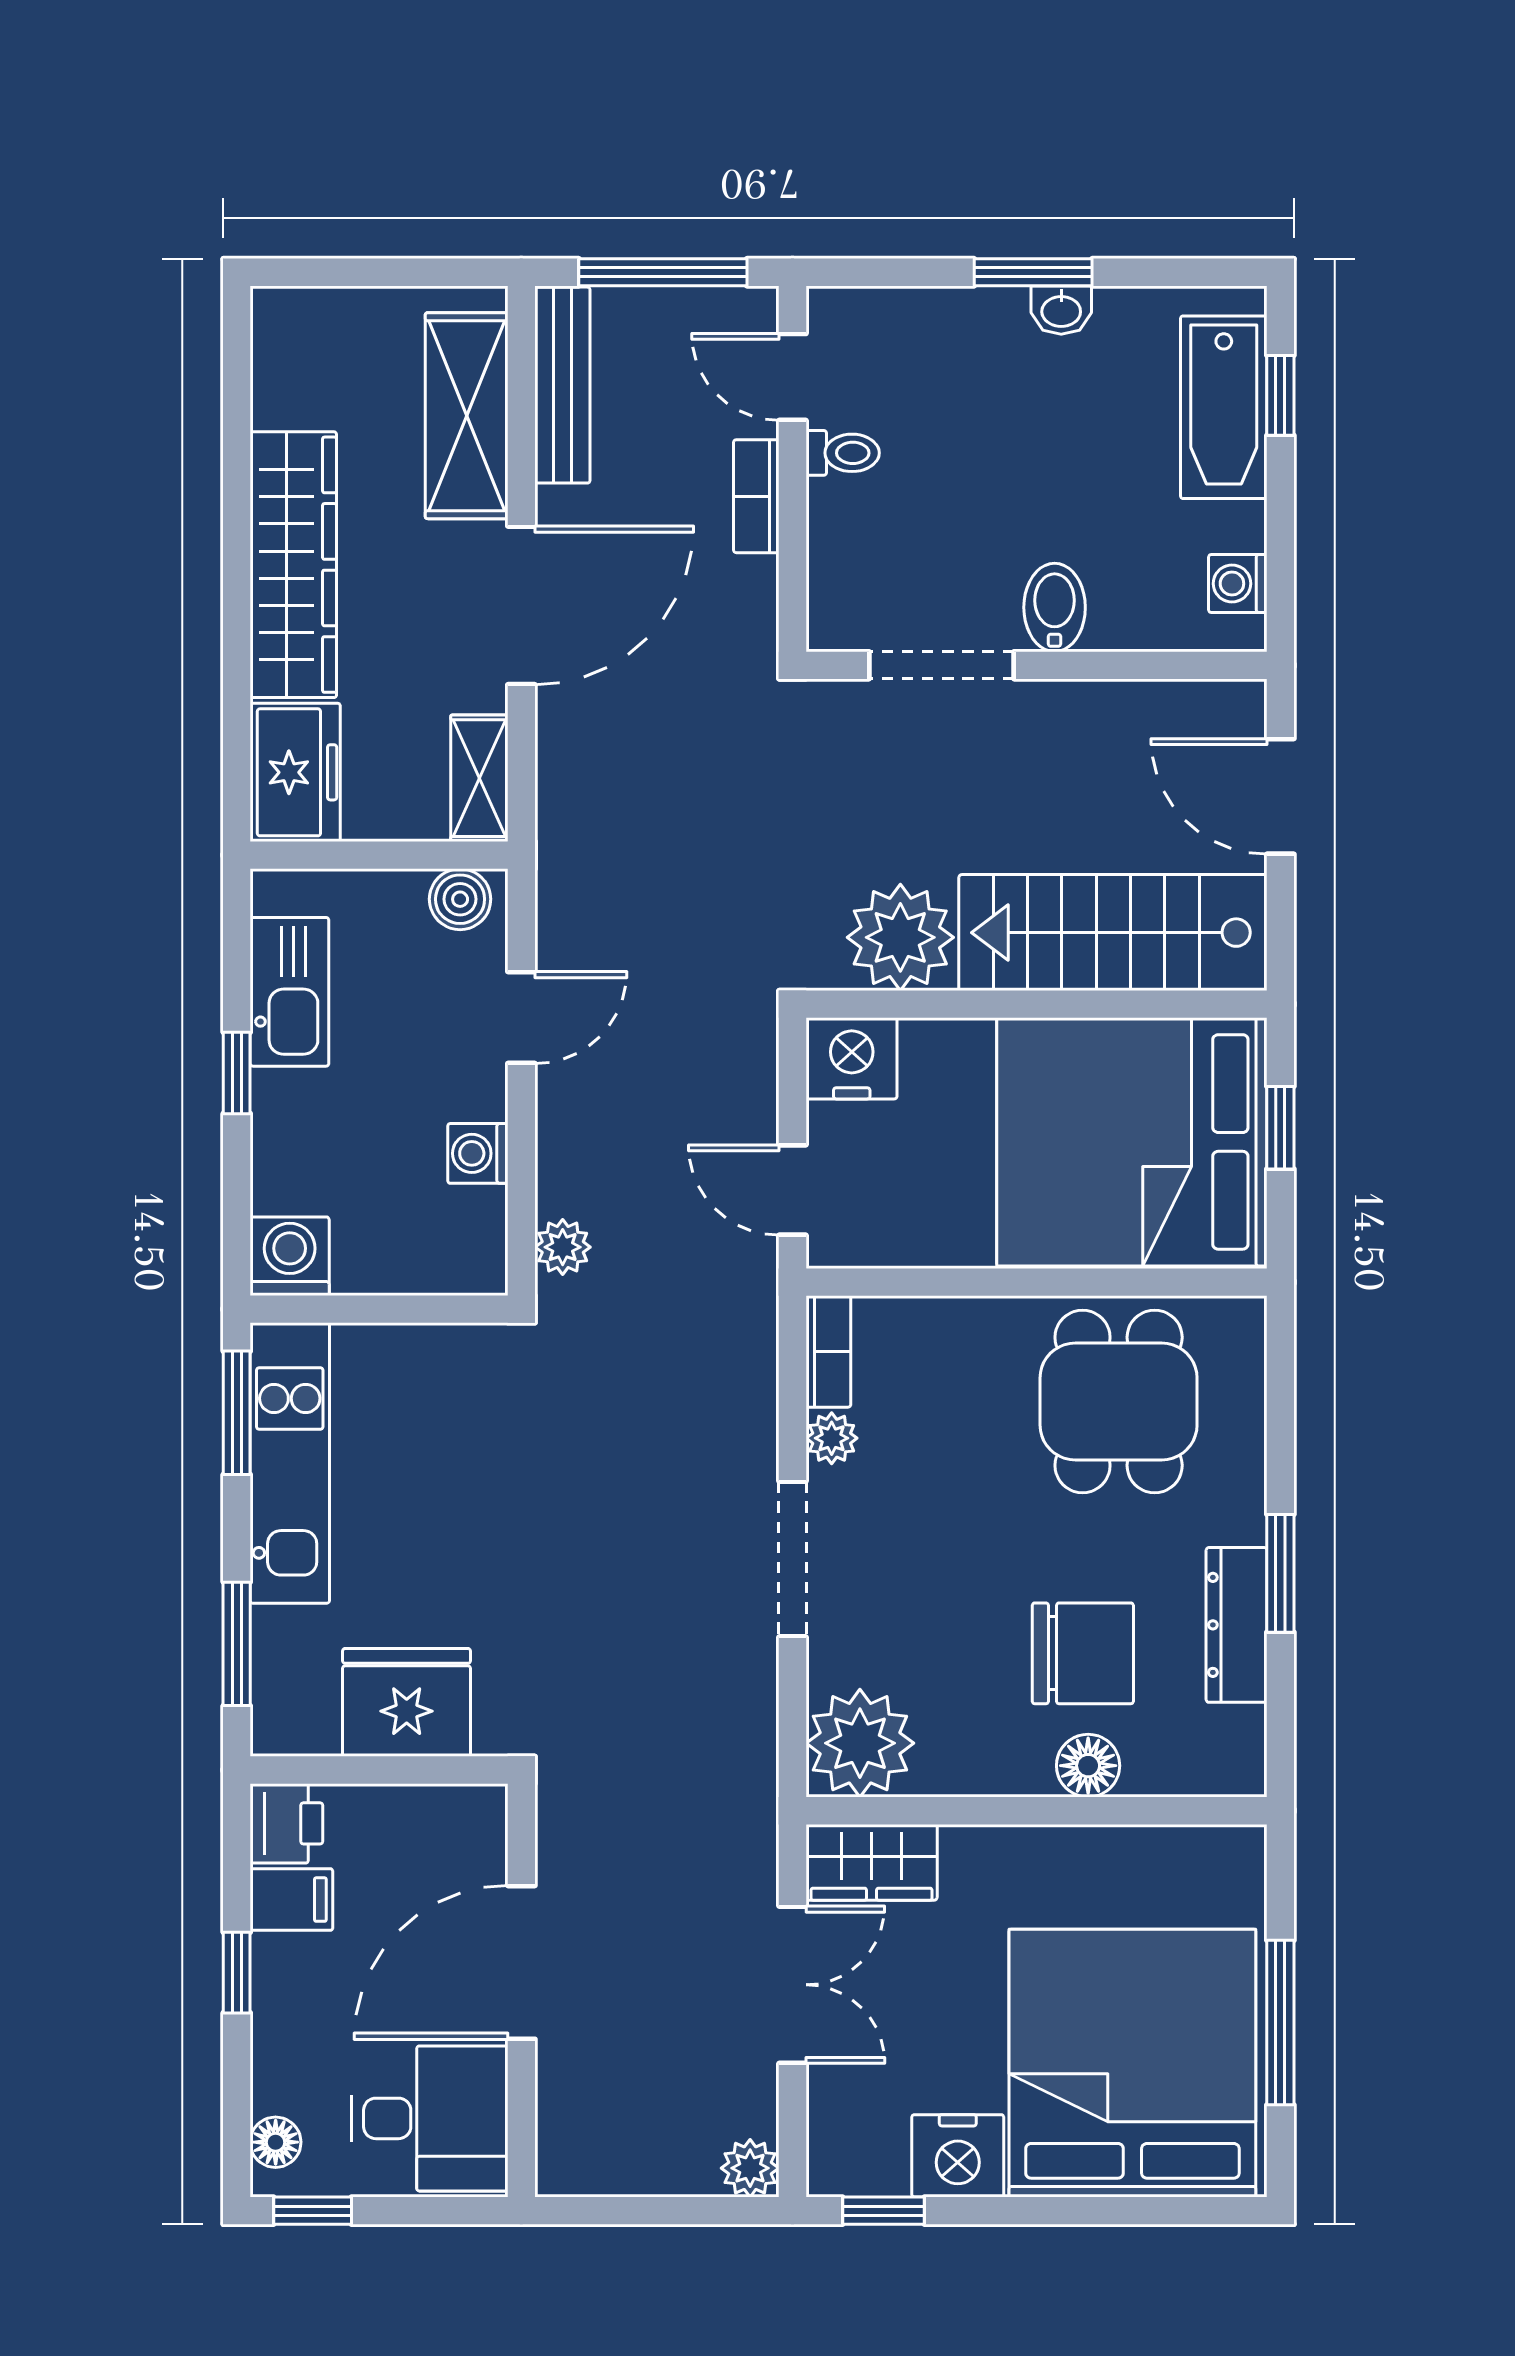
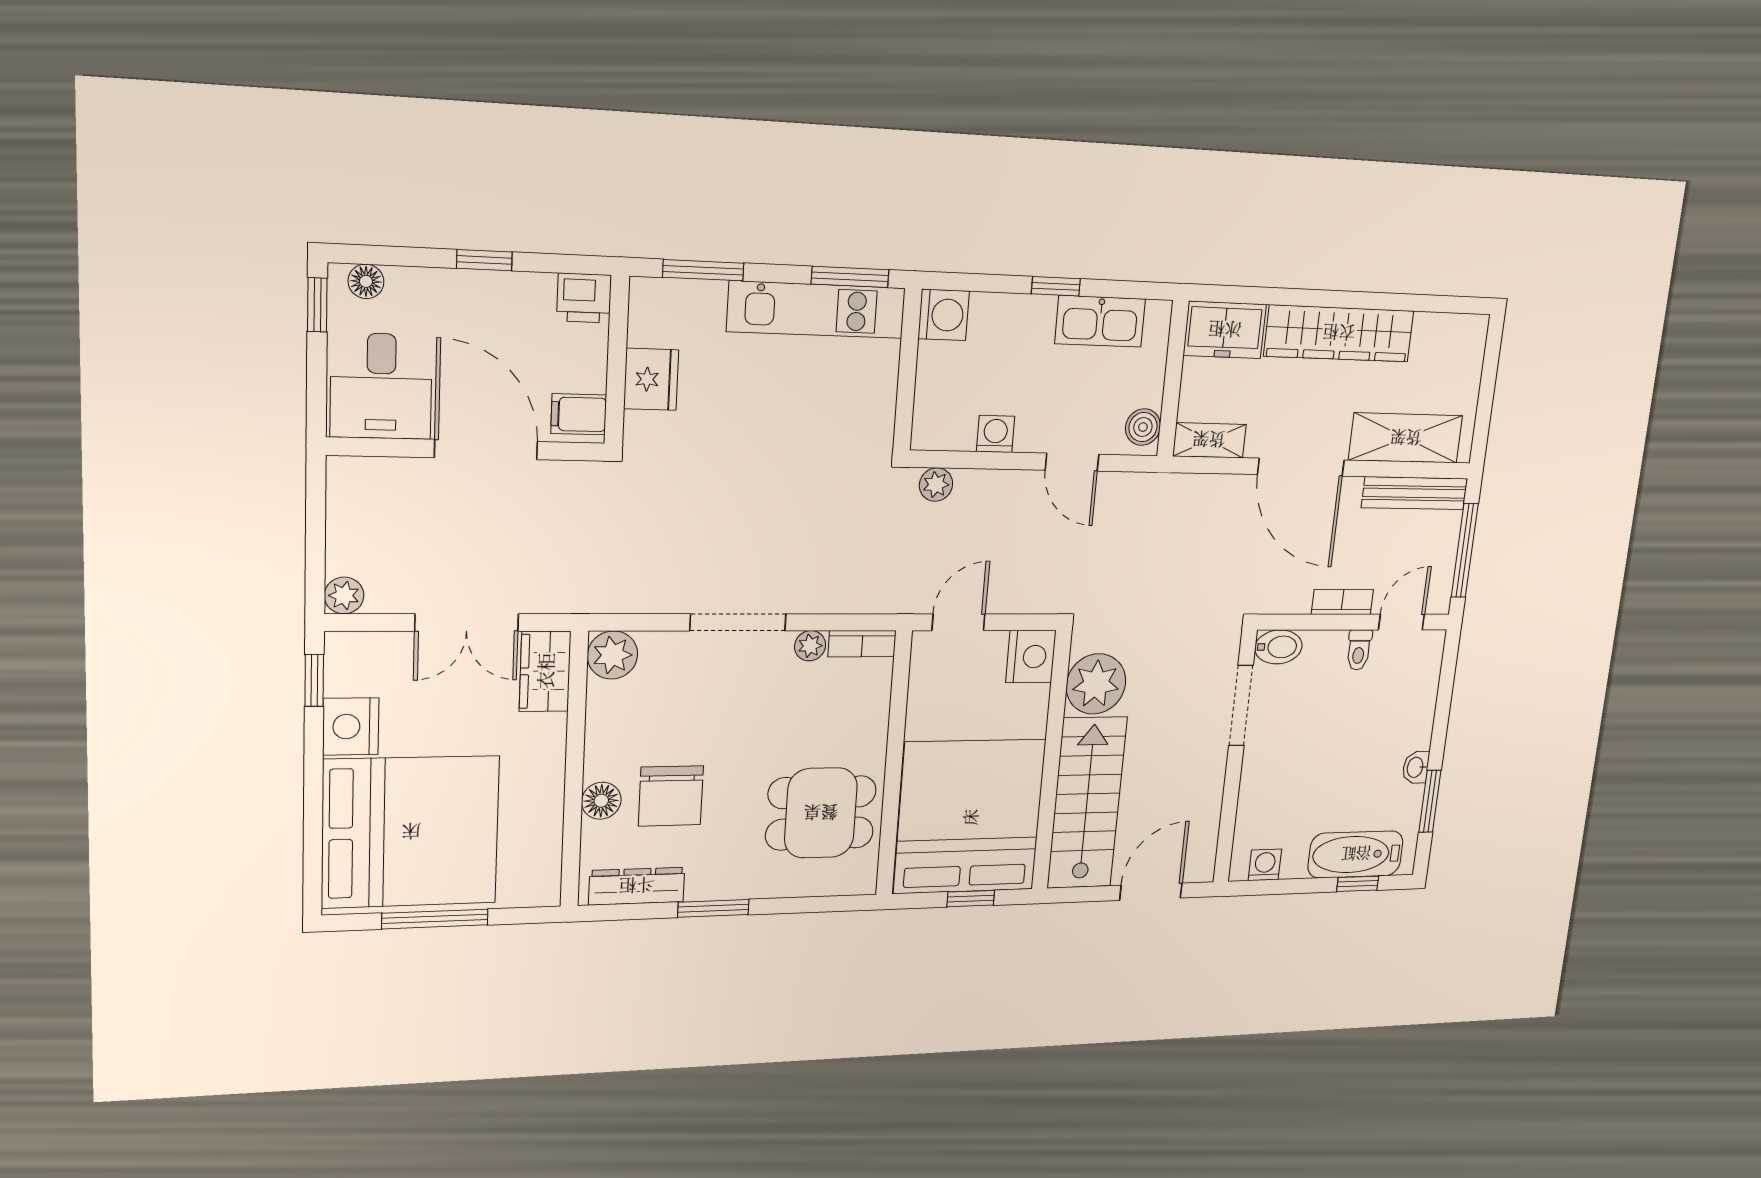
window: (1033, 272) -> (1430, 801), moved
bidet: (1055, 607) -> (1278, 647), moved
dresser: (1237, 1625) -> (637, 886), moved
fridge: (407, 1702) -> (651, 379), width x0.73, depth x0.75
plant: (860, 1743) -> (612, 655), width x0.73, depth x0.73
filing cabinet: (291, 1900) -> (579, 414), moved, turned 90

